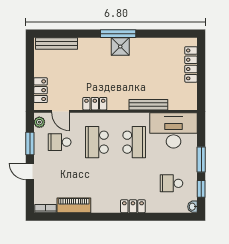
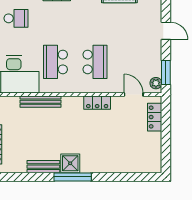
bench: (57, 43) -> (43, 167), moved, width x0.73
school desk: (60, 142) -> (134, 62), removed
window: (30, 144) -> (166, 72), moved

